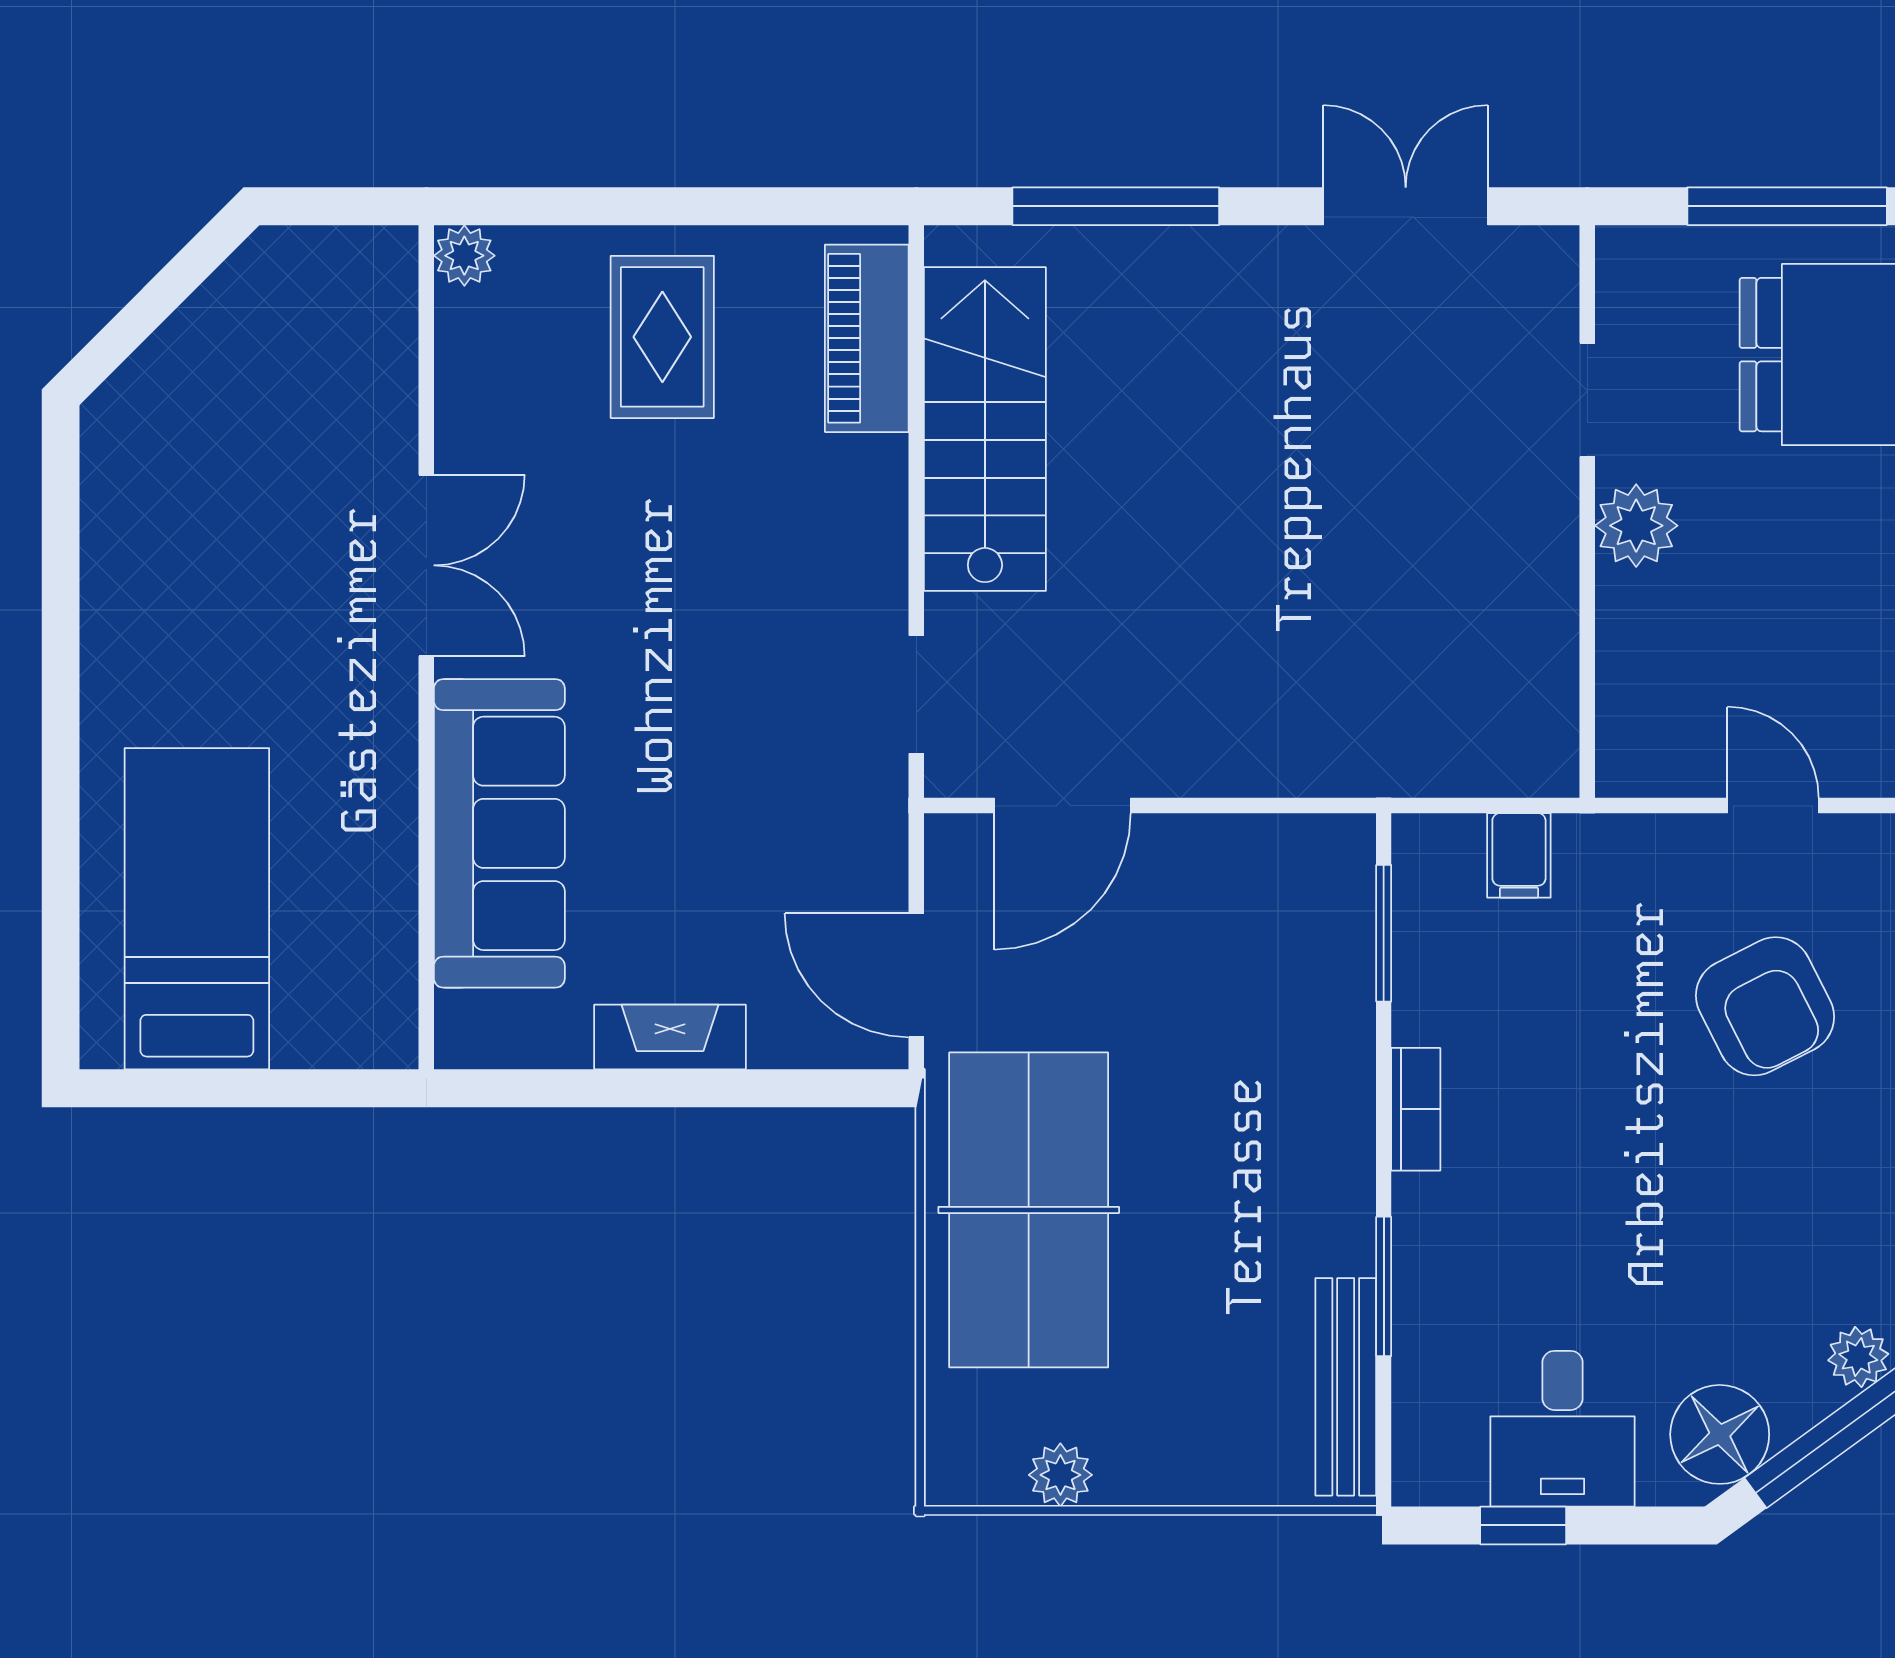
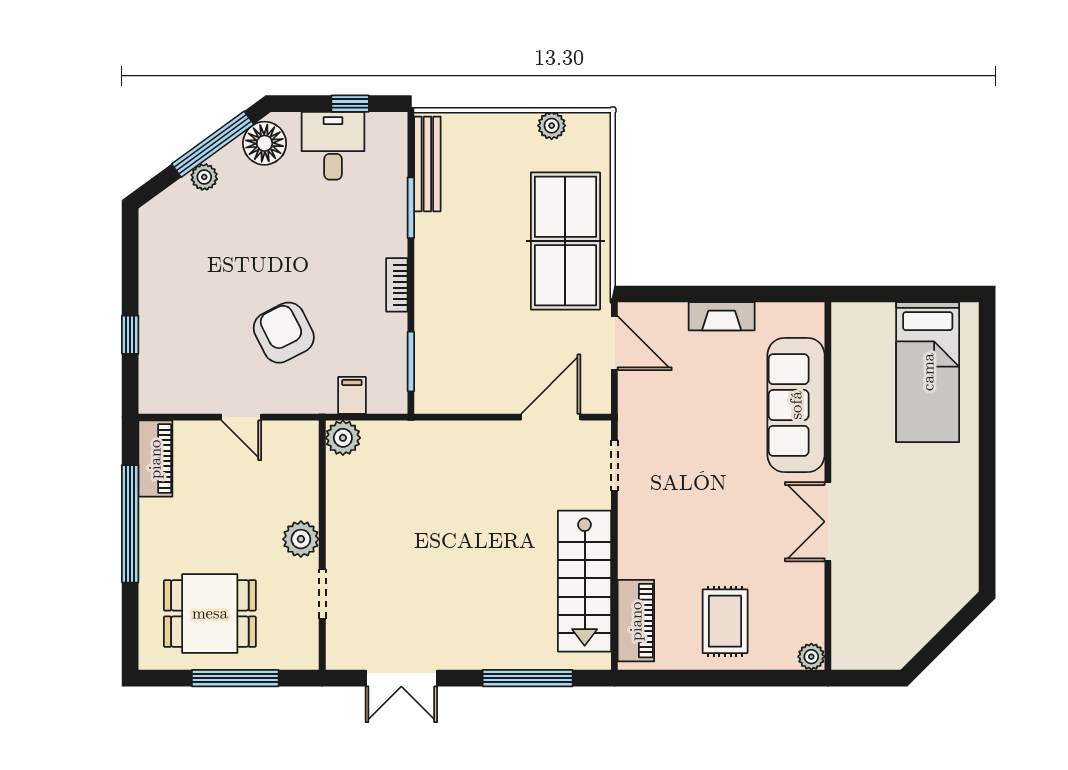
plant: (1540, 758) -> (343, 438), added
armchair: (1765, 1006) -> (284, 333), moved

